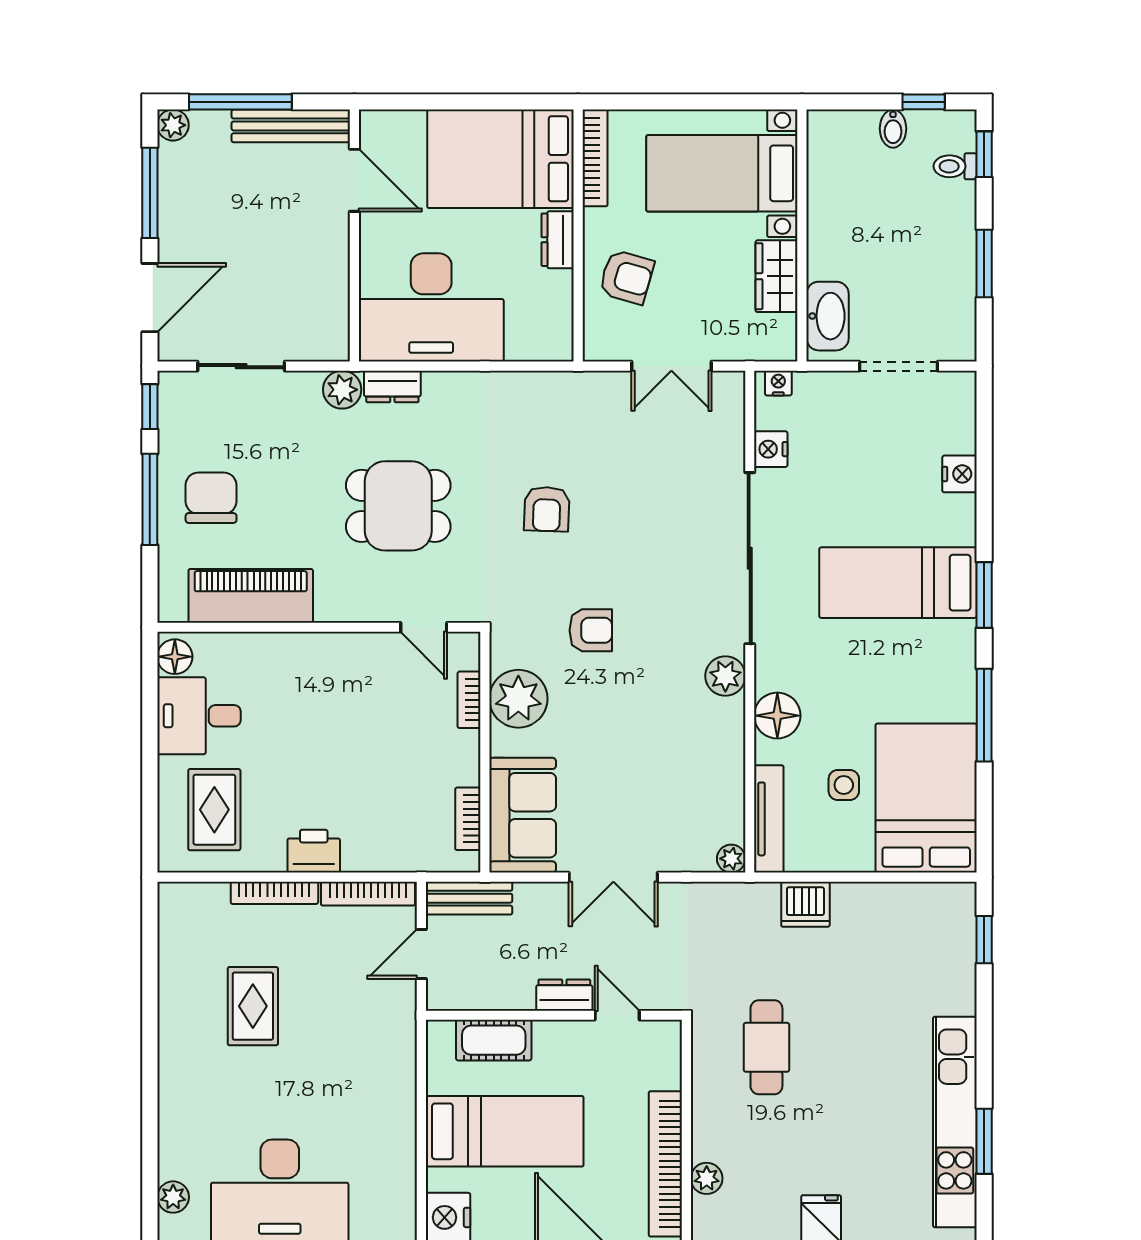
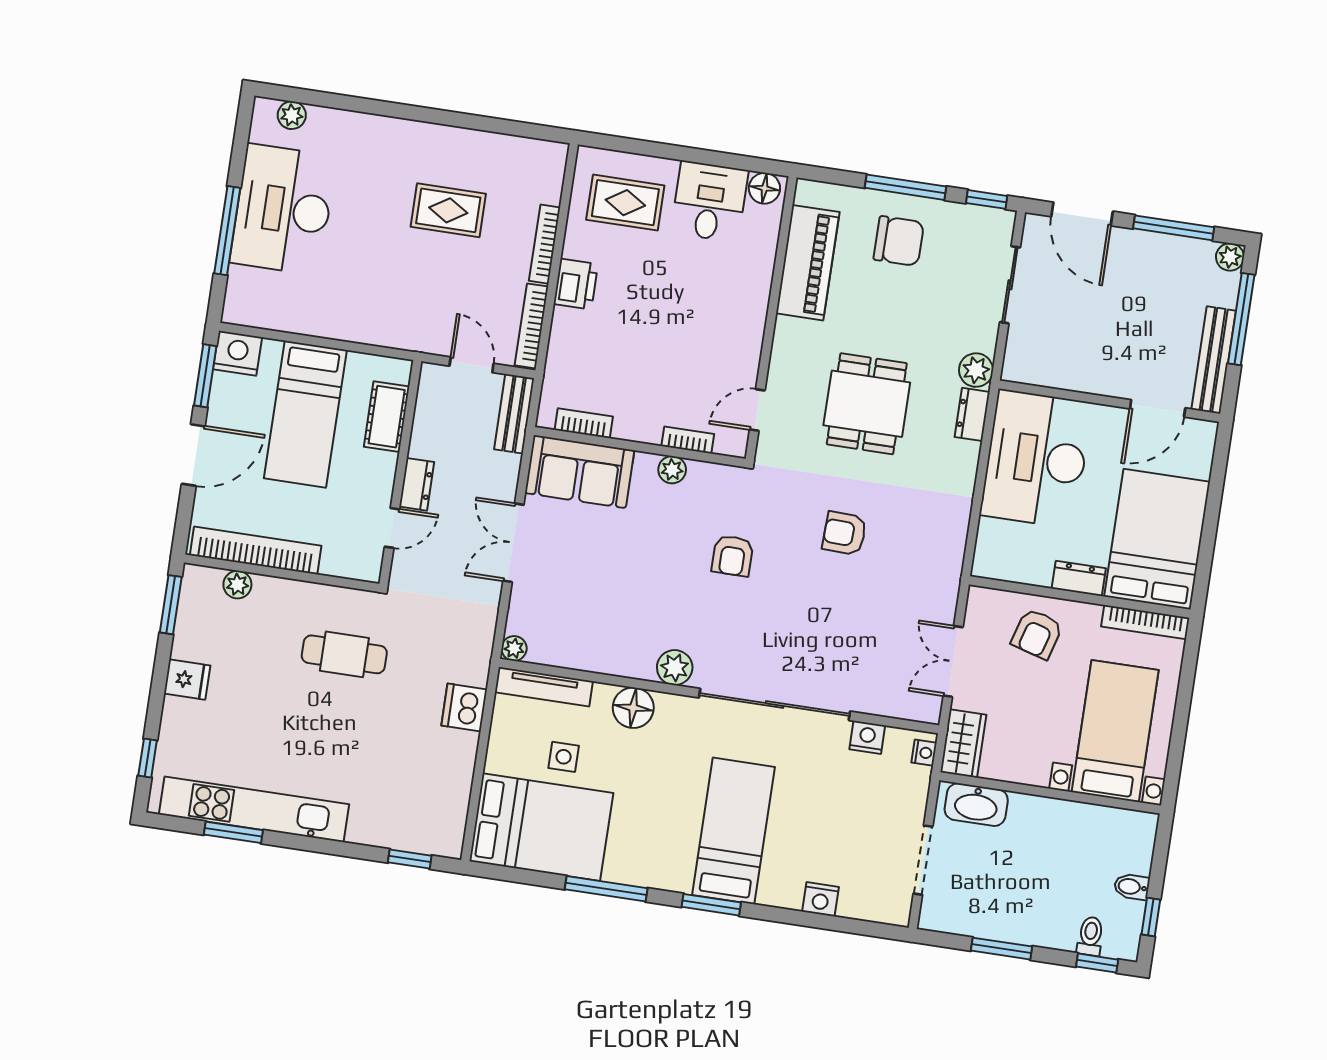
wardrobe: (777, 276) -> (963, 744), moved, turned 90
plant: (518, 699) -> (672, 470), width x0.53, depth x0.53

